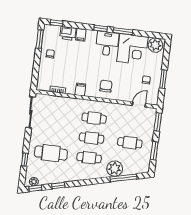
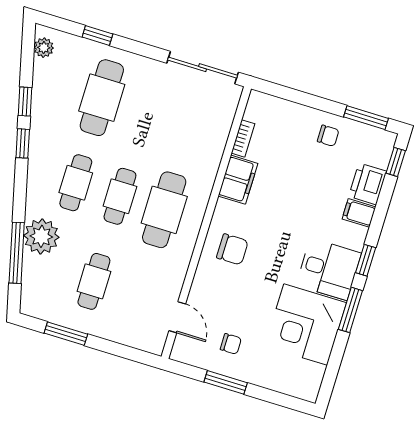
plant: (155, 45) -> (306, 378), removed
filing cabinet: (80, 89) -> (238, 180), width x2.00
cafe table: (94, 118) -> (164, 210), width x1.37, depth x1.35
window: (158, 122) -> (130, 353), removed
window: (35, 188) -> (23, 143), moved

